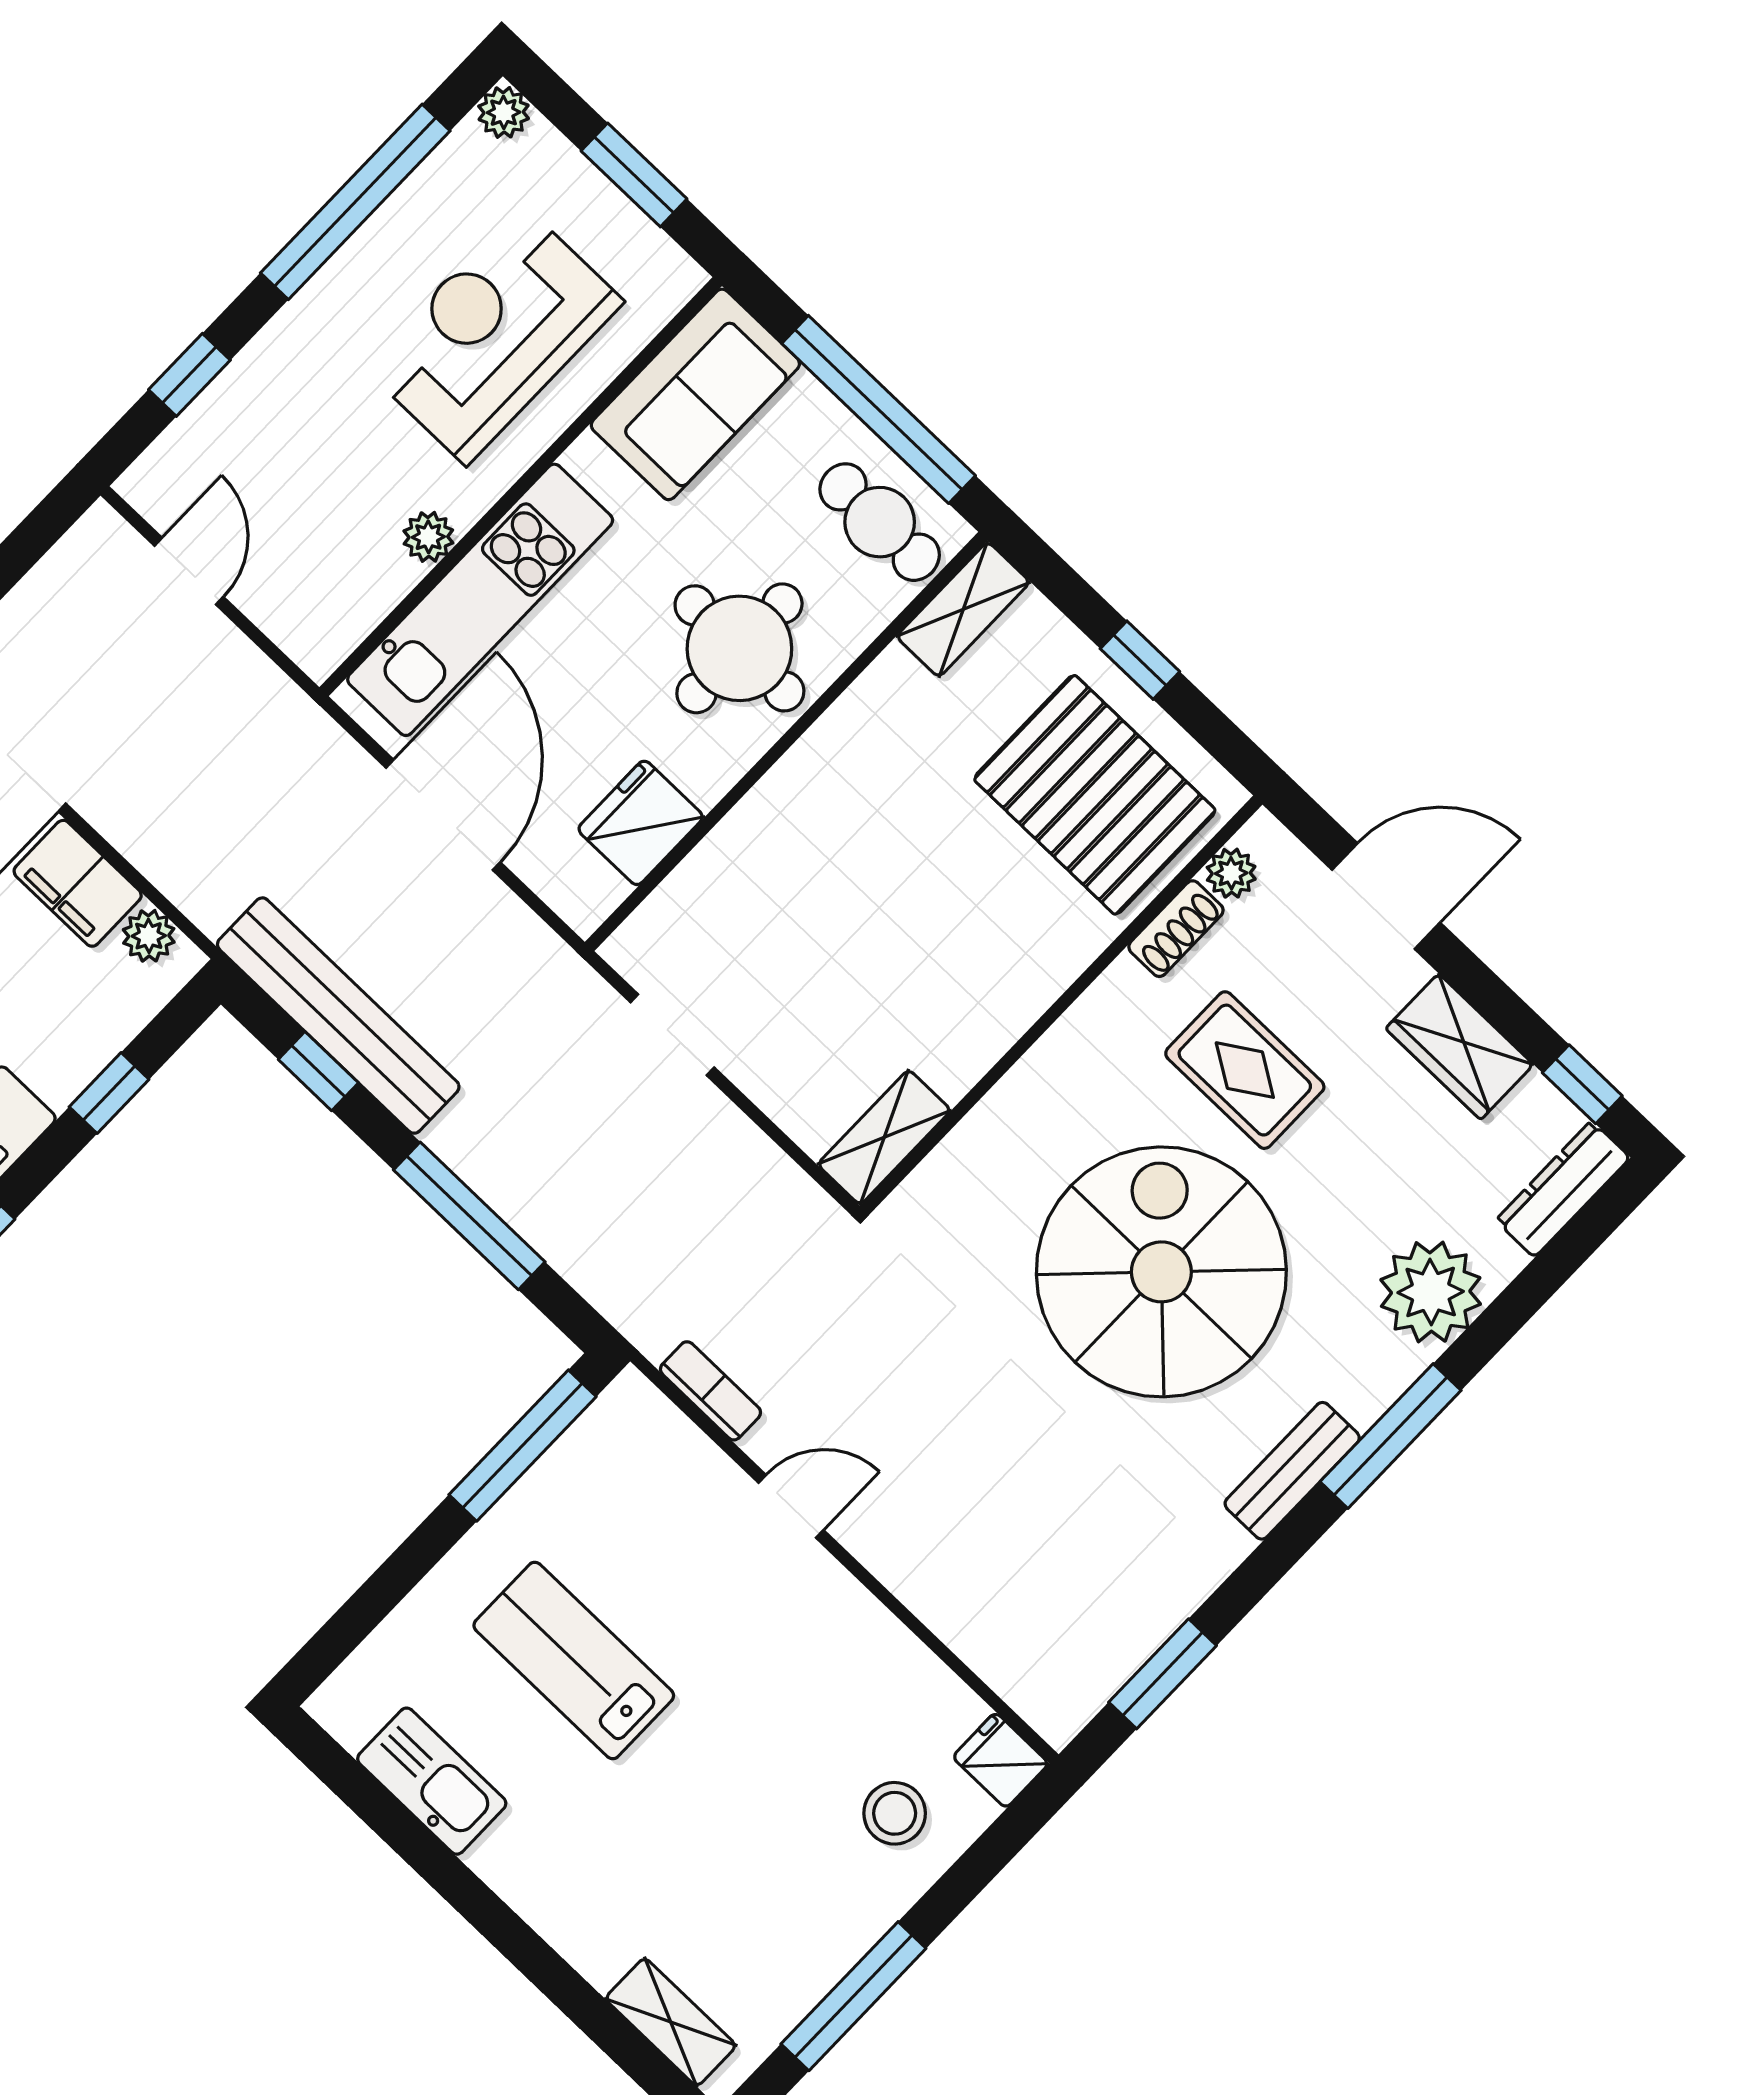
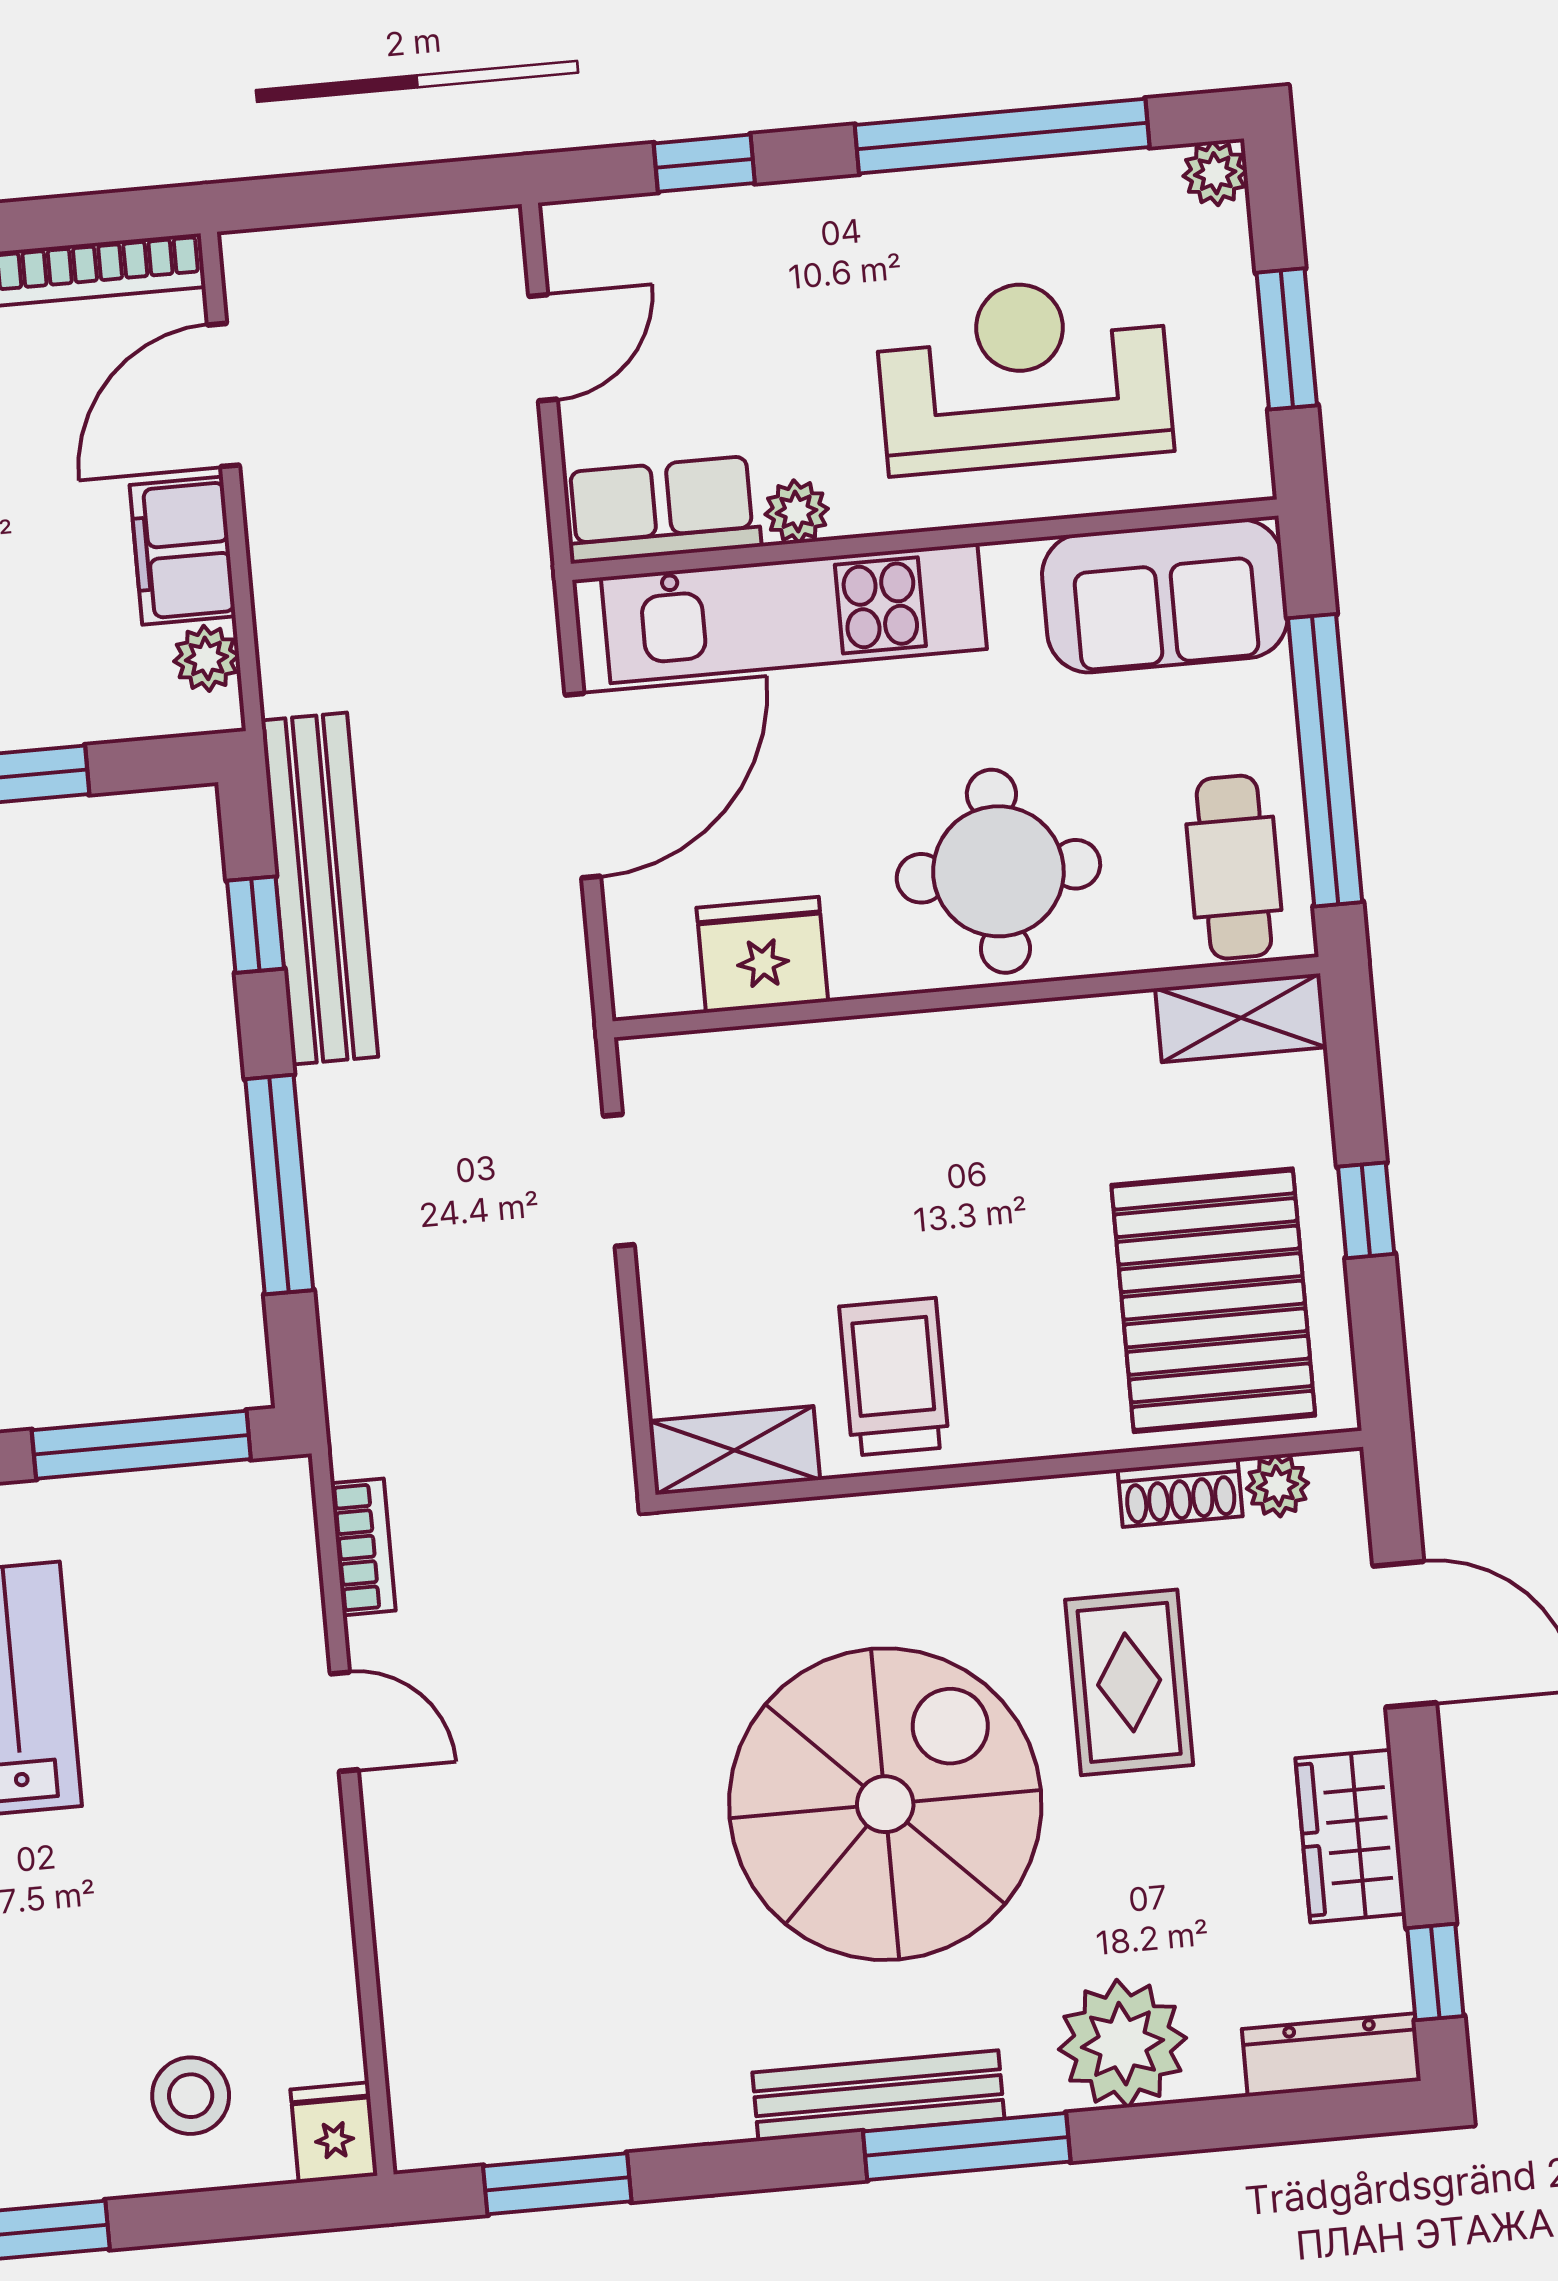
row of seats: (346, 606) -> (662, 510), added
trolley: (942, 1009) -> (894, 1377), added
bench: (1292, 1471) -> (878, 2096), width x1.36

